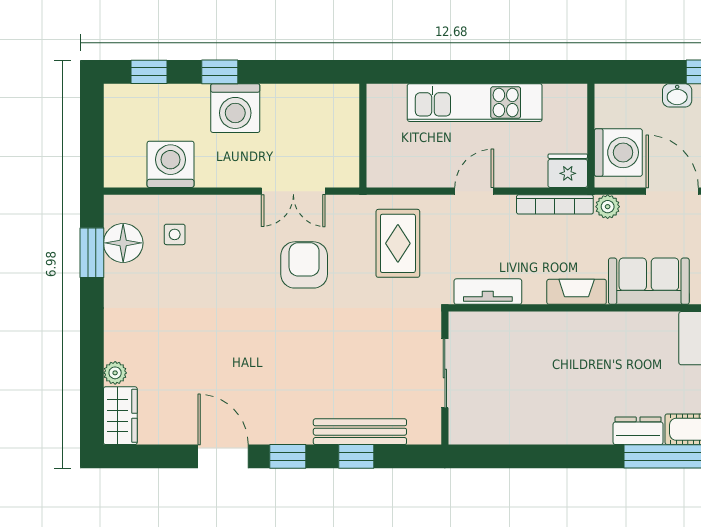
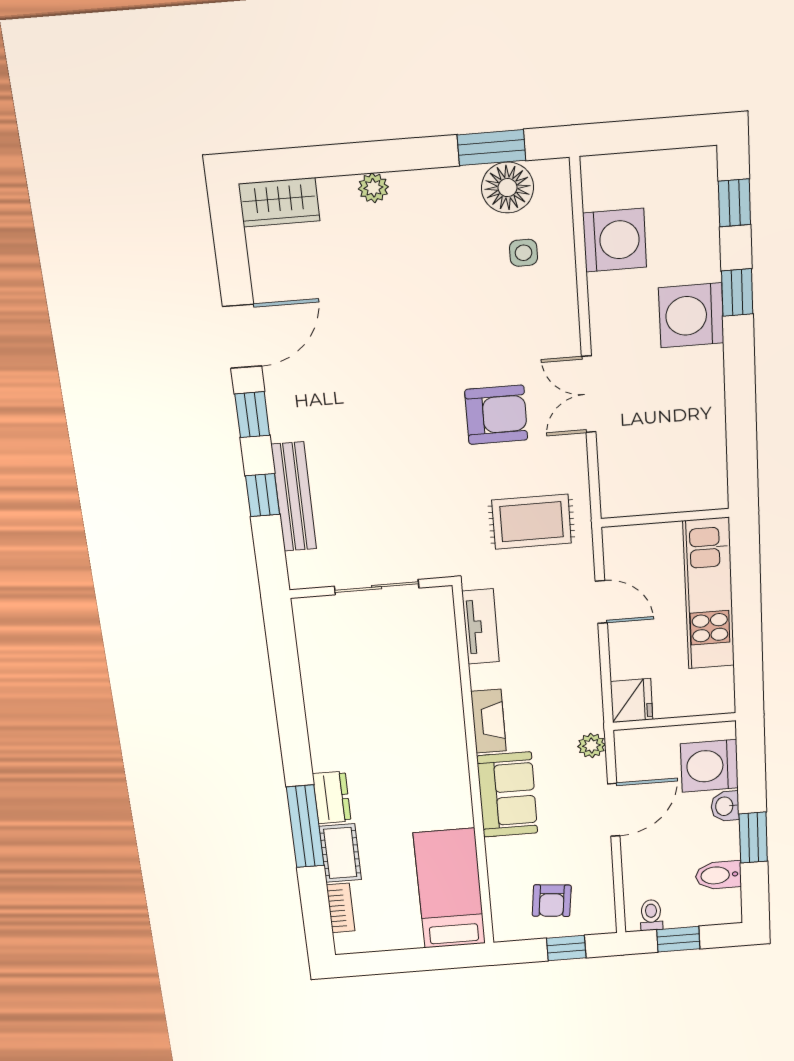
wall: (363, 136) -> (665, 518), moved
washing machine: (618, 152) -> (709, 766), moved, turned 90
bookcase: (555, 204) -> (591, 690), removed
plant: (115, 373) -> (373, 188), moved

